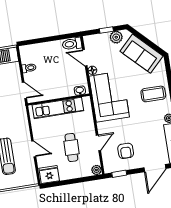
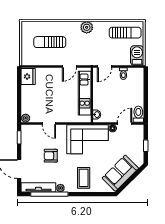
plant: (116, 37) -> (138, 153), removed
cafe table: (71, 148) -> (48, 99), removed
door: (34, 149) -> (69, 67), moved
armchair: (126, 151) -> (51, 156), moved

